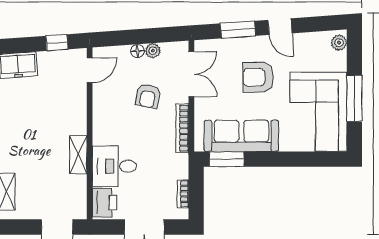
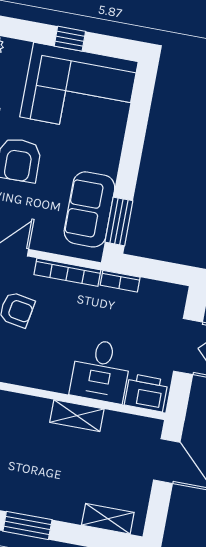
window: (354, 98) -> (70, 39), width x0.46
sofa: (241, 136) -> (89, 209), width x0.73
bookcase: (183, 194) -> (120, 281), moved

